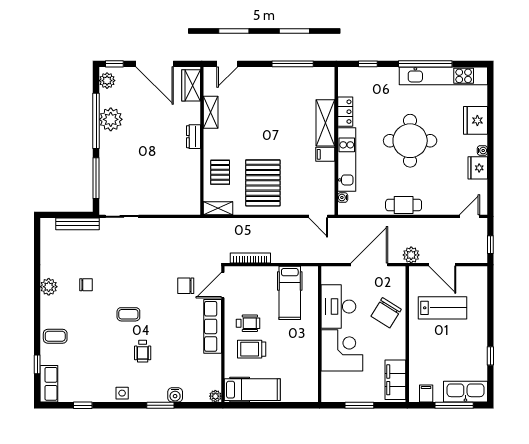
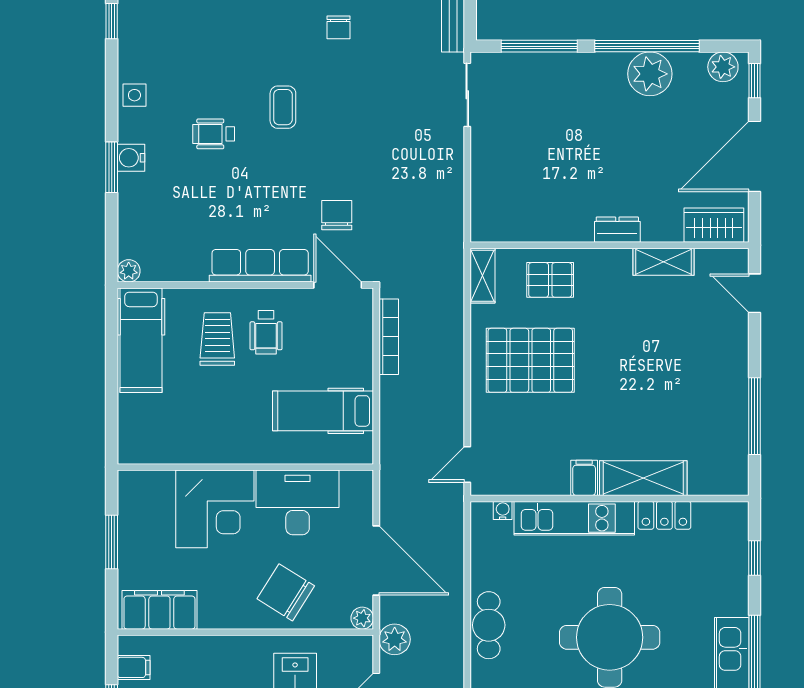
plant: (400, 272) -> (362, 618), added
water cooler: (175, 395) -> (131, 158), moved

